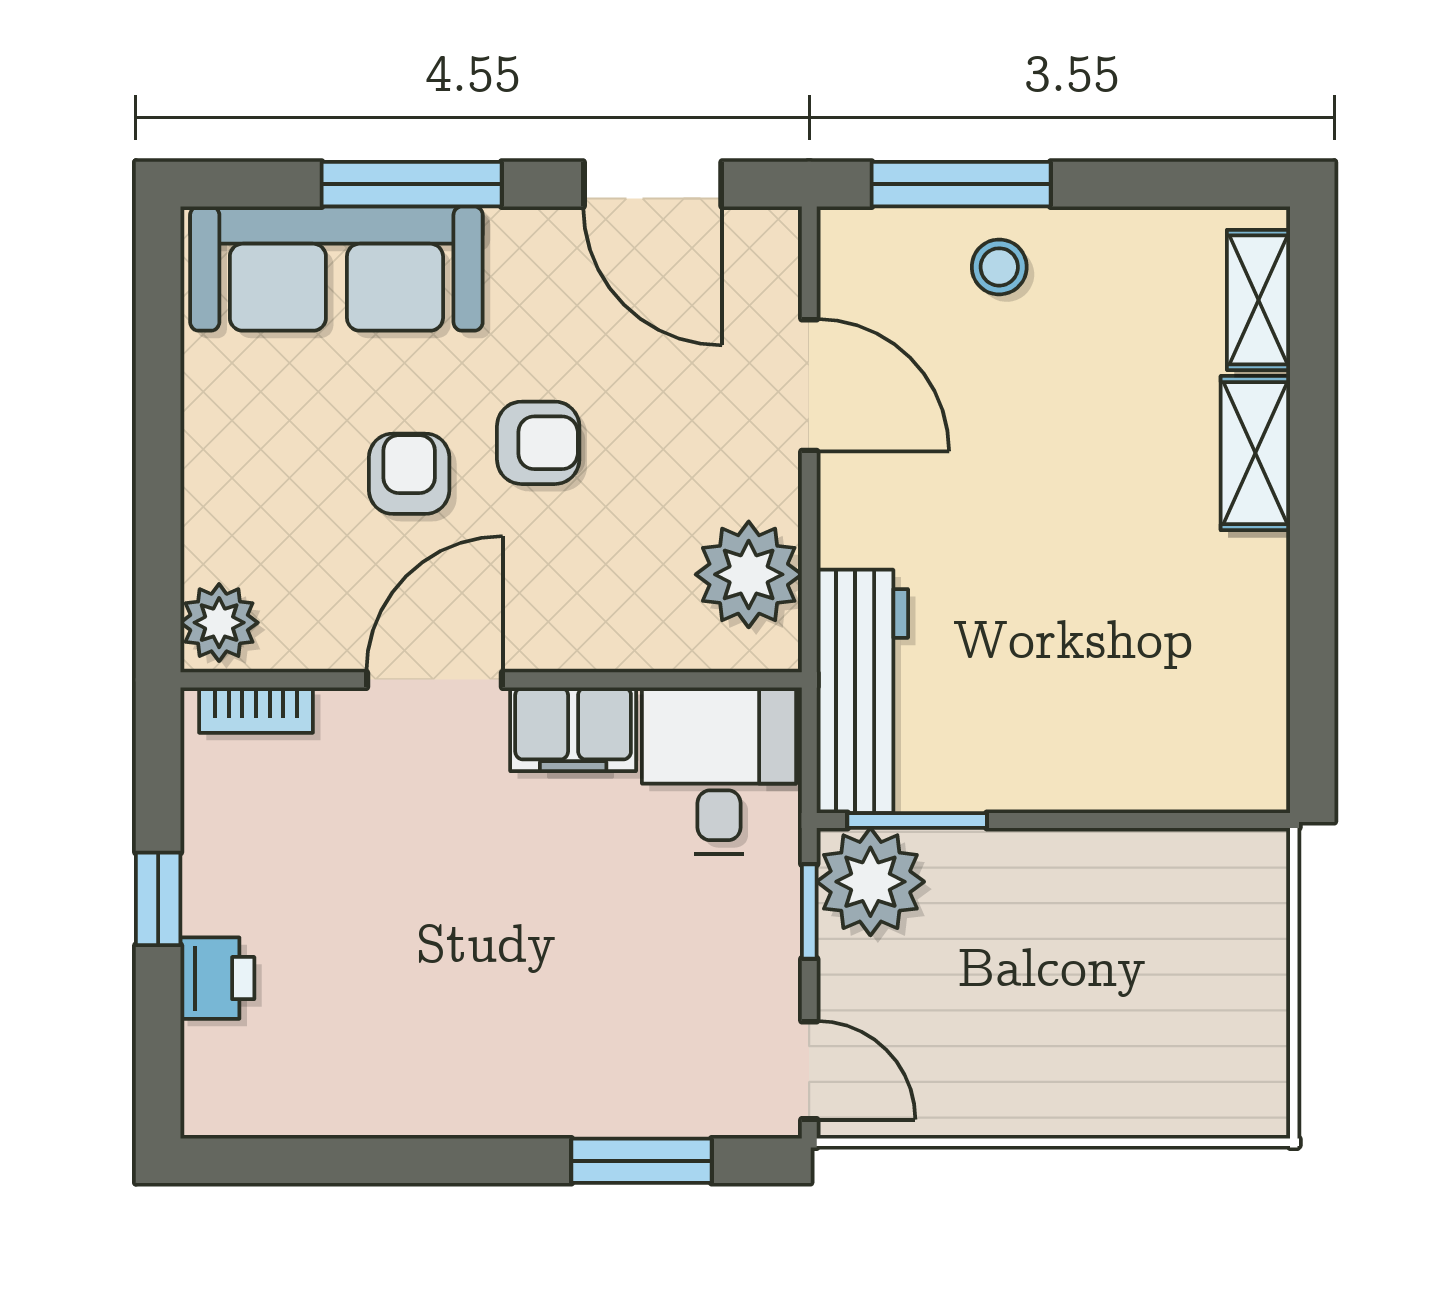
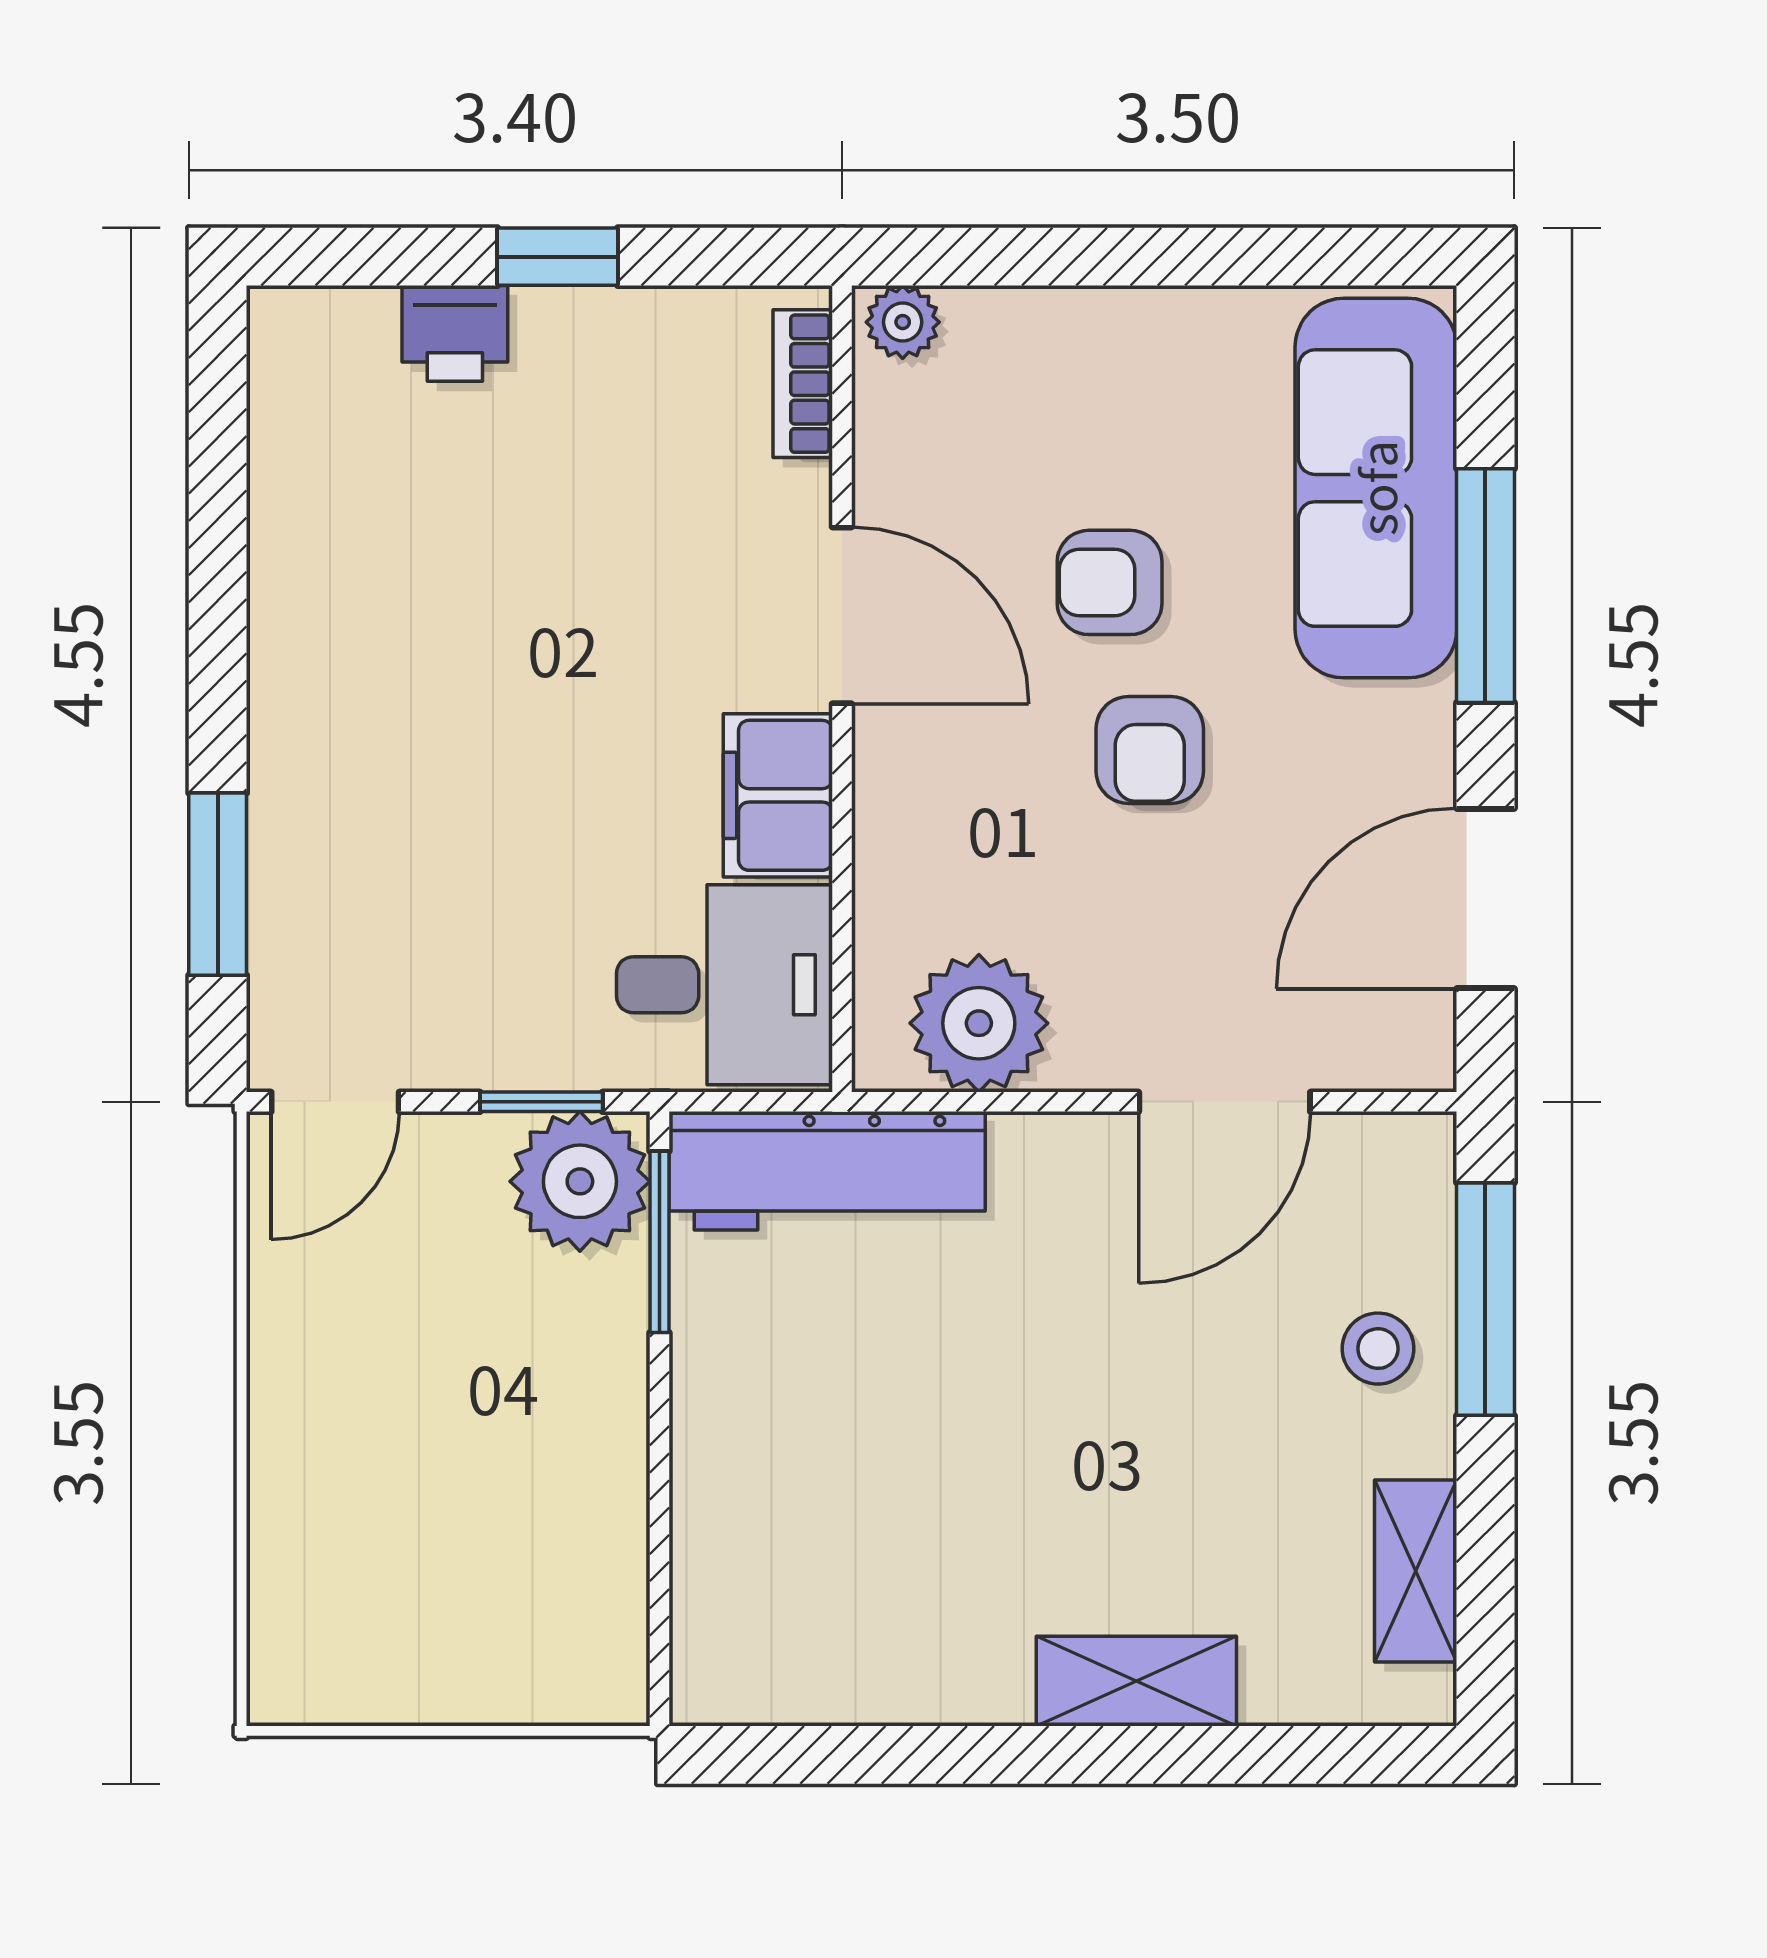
shelving: (1258, 300) -> (1416, 1571), moved, turned 90
armchair: (409, 474) -> (1110, 582), turned 180
plant: (219, 623) -> (903, 322), width x0.73, depth x0.73

